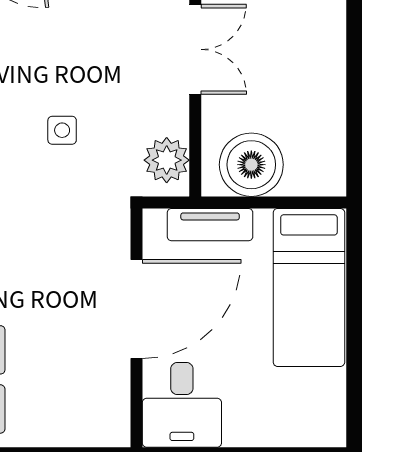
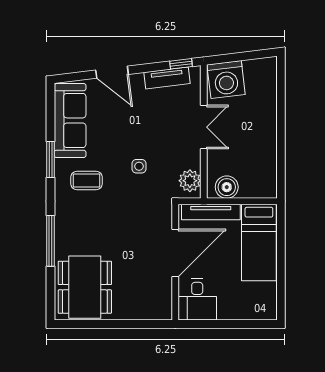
boiler: (251, 165) -> (227, 187), width x0.73, depth x0.73
tv unit: (210, 225) -> (211, 212), width x1.41

